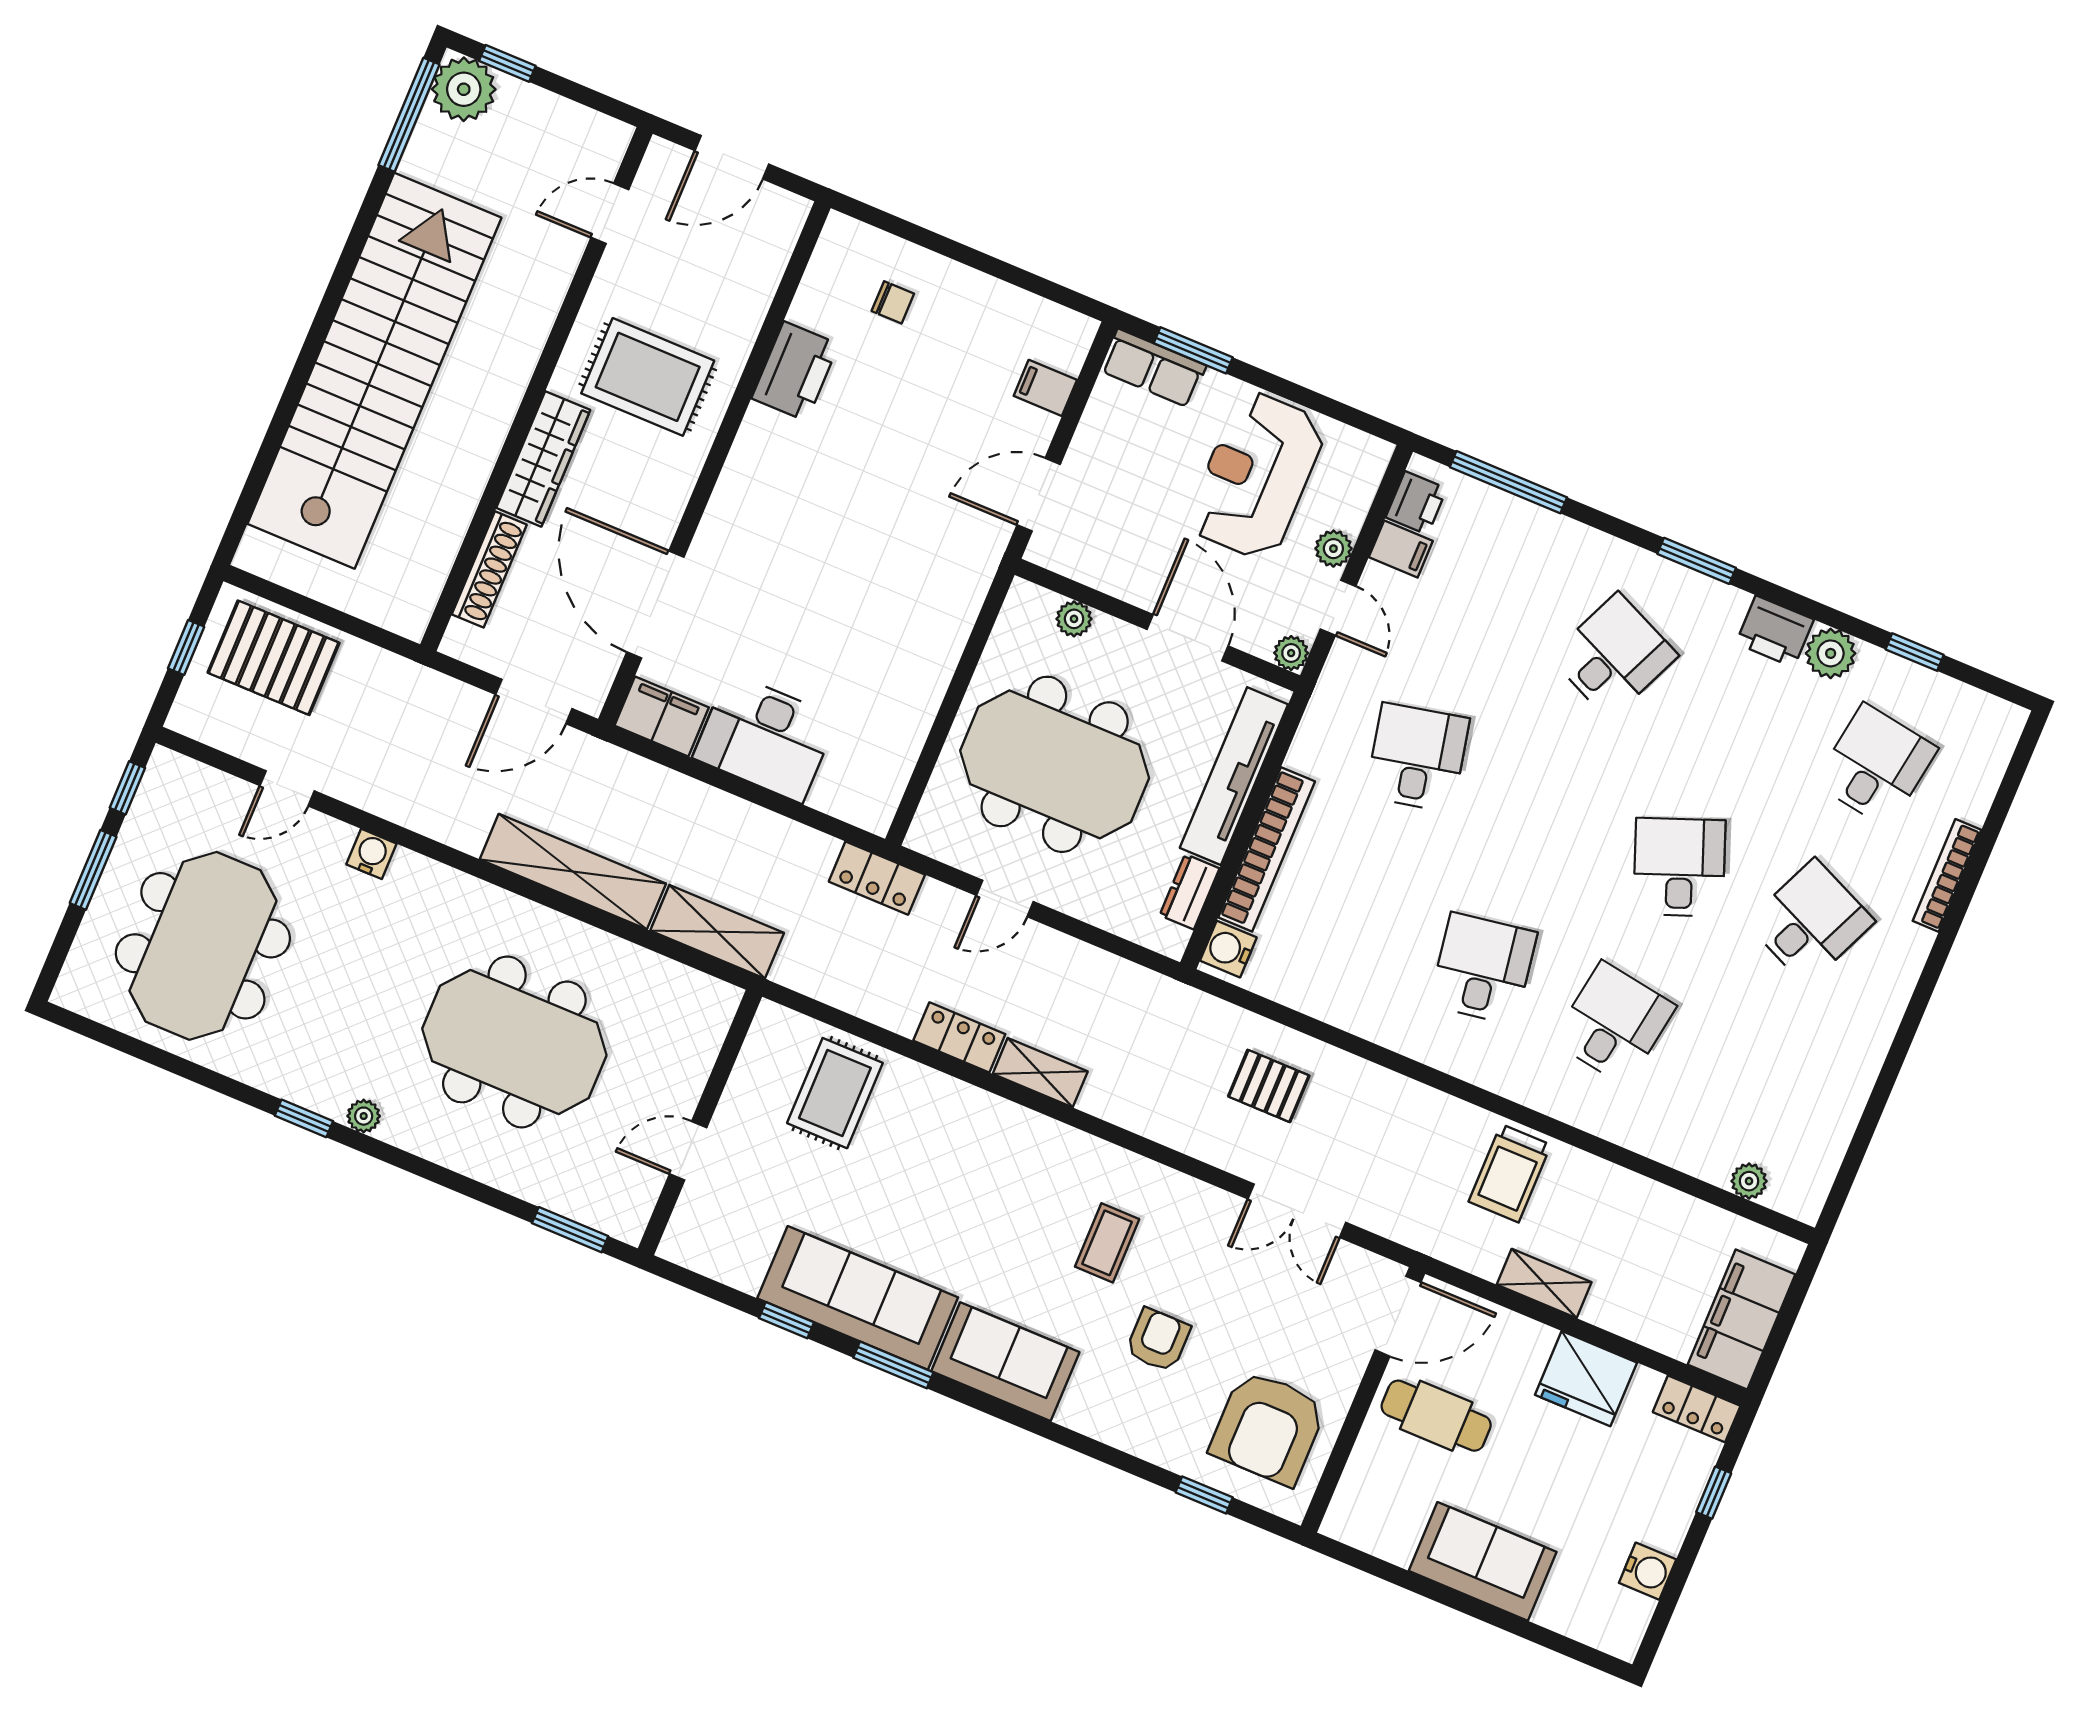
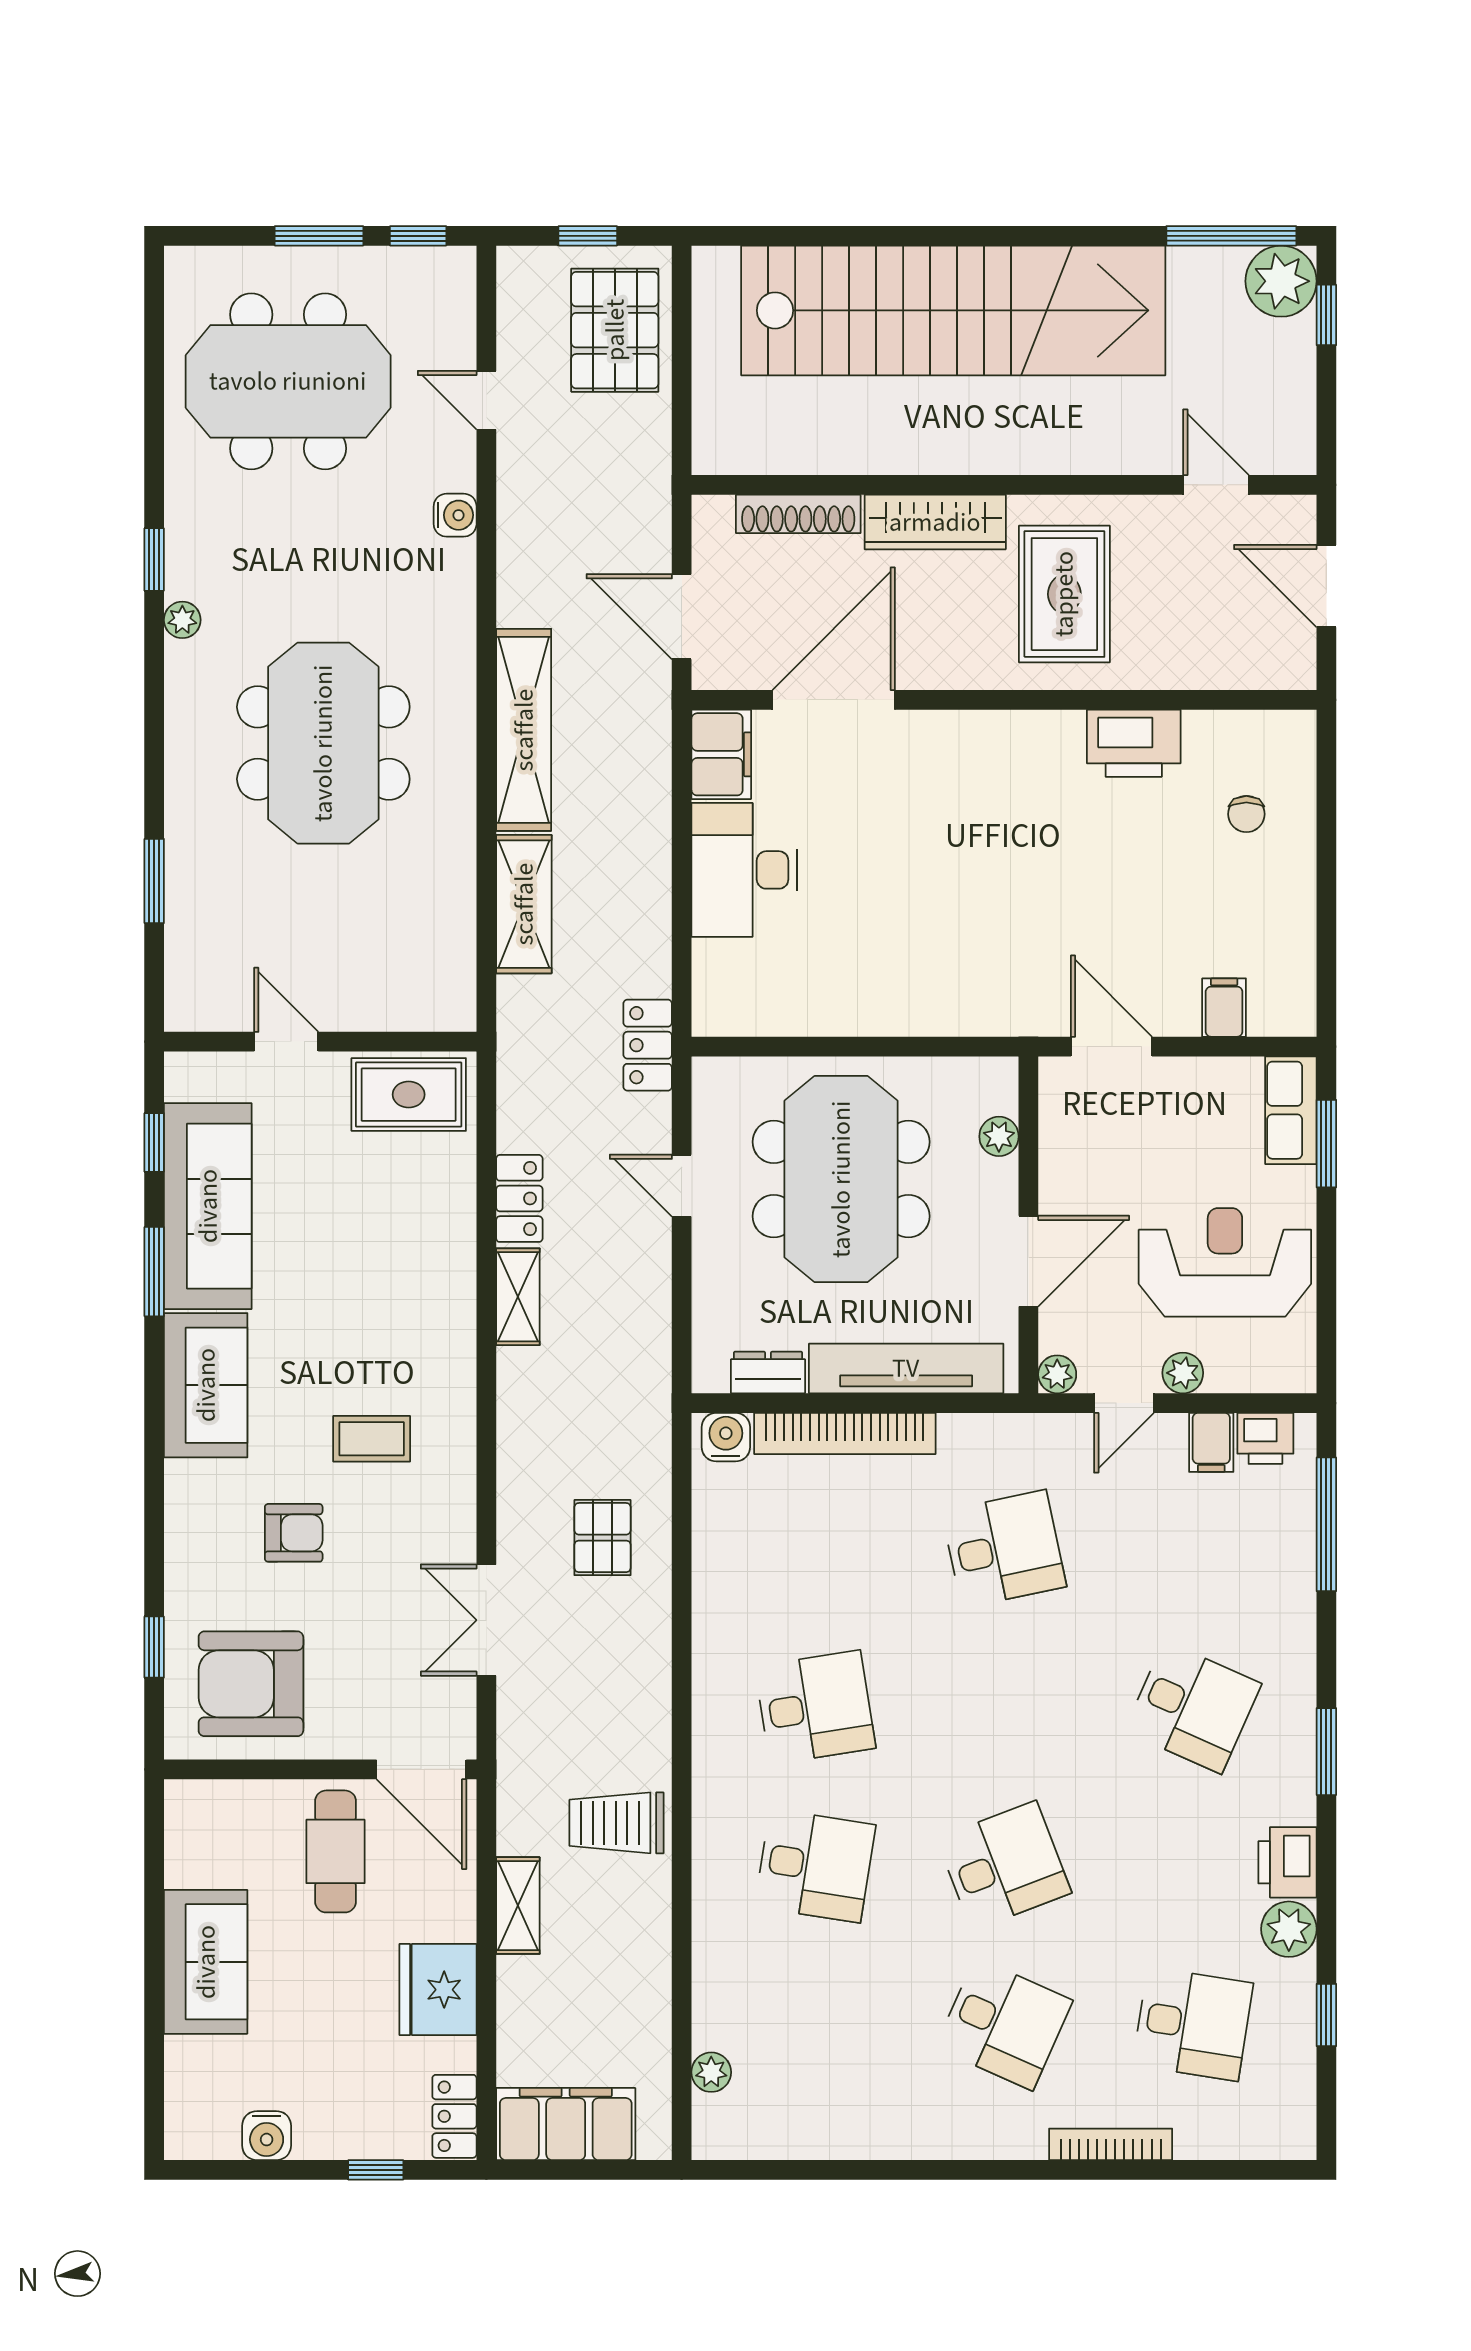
wall: (700, 1123) -> (320, 1042), moved
door: (688, 1151) -> (286, 1042), moved

